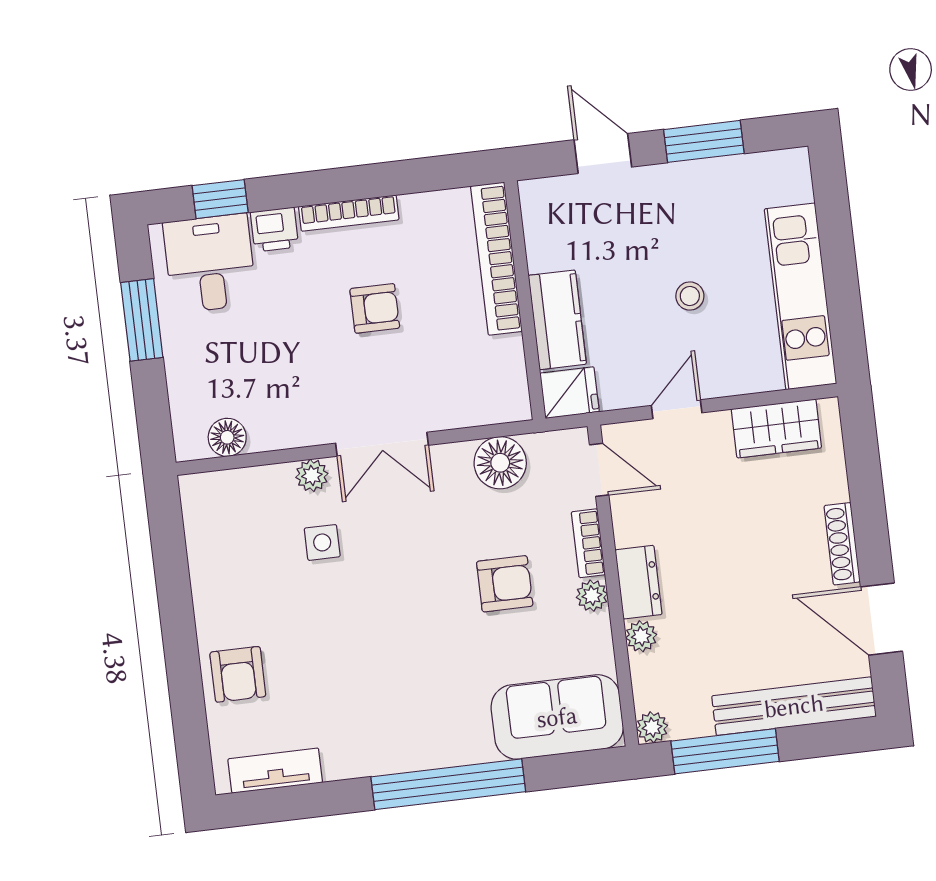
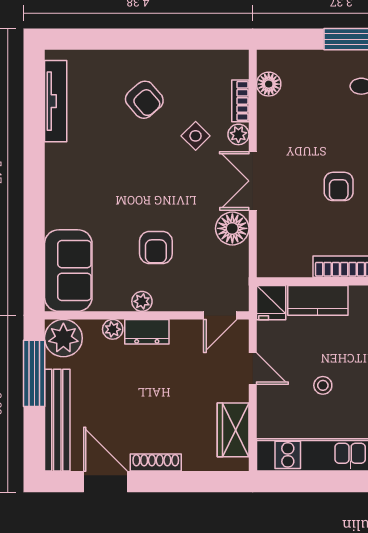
floor lamp: (500, 463) -> (232, 228), moved
side table: (322, 542) -> (196, 136), turned 45
bookcase: (588, 543) -> (240, 101), moved, turned -90
door: (881, 619) -> (105, 482), hinge flipped
armchair: (238, 674) -> (144, 100), moved, turned -131
plant: (652, 727) -> (63, 338), width x1.88, depth x1.88
tv unit: (275, 771) -> (56, 101), width x1.41
window: (448, 784) -> (34, 197), removed

